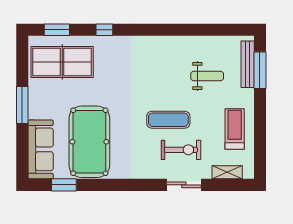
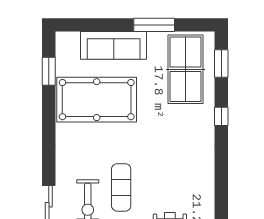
window: (22, 105) -> (154, 25), moved
sofa: (41, 149) -> (114, 45), moved

